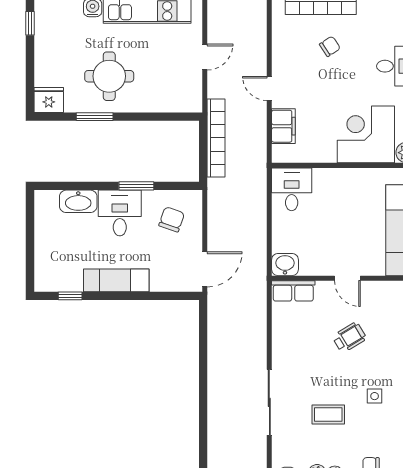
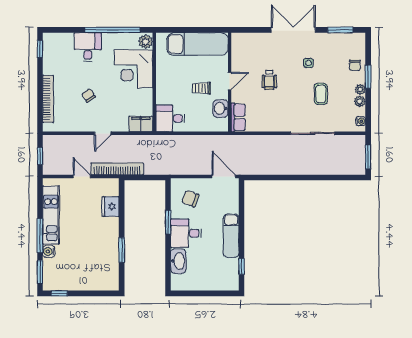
chair: (330, 46) -> (89, 95), moved
round table: (109, 76) -> (95, 240), removed
fridge: (49, 100) -> (110, 206), moved
filing cabinet: (283, 126) -> (141, 124), moved
bookcase: (216, 138) -> (117, 169), moved
trolley: (337, 236) -> (201, 88), added
washbasin: (285, 265) -> (220, 108), moved
wheelchair: (349, 337) -> (269, 80), turned -149

